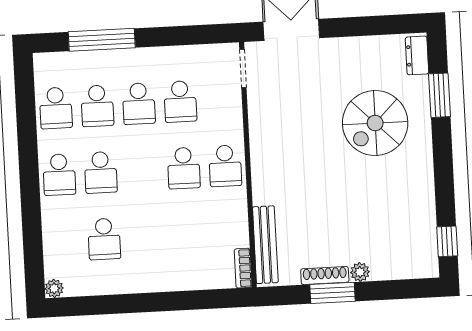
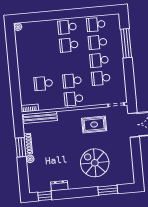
dresser: (417, 55) -> (59, 186), moved
rug: (287, 121) -> (94, 124), added
school desk: (104, 239) -> (43, 83), moved

